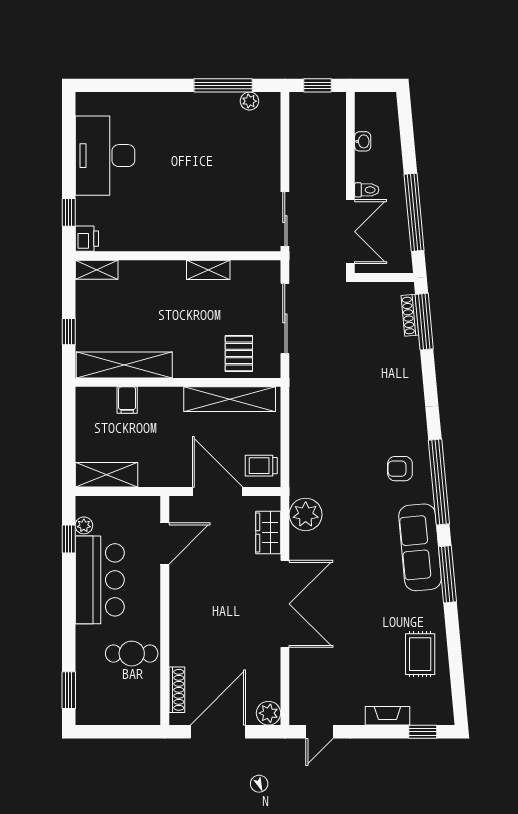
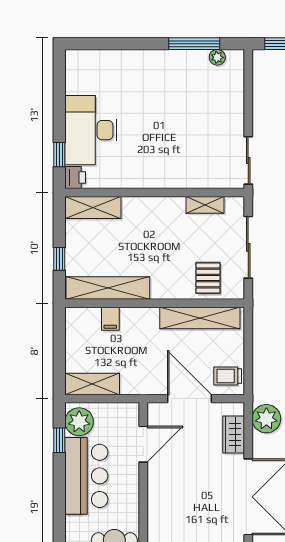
desk: (105, 156) -> (91, 130), moved
shelving: (97, 270) -> (93, 208), width x1.50, depth x1.33
shelving: (208, 270) -> (205, 205), moved
plant: (84, 525) -> (79, 422), width x1.87, depth x1.87

